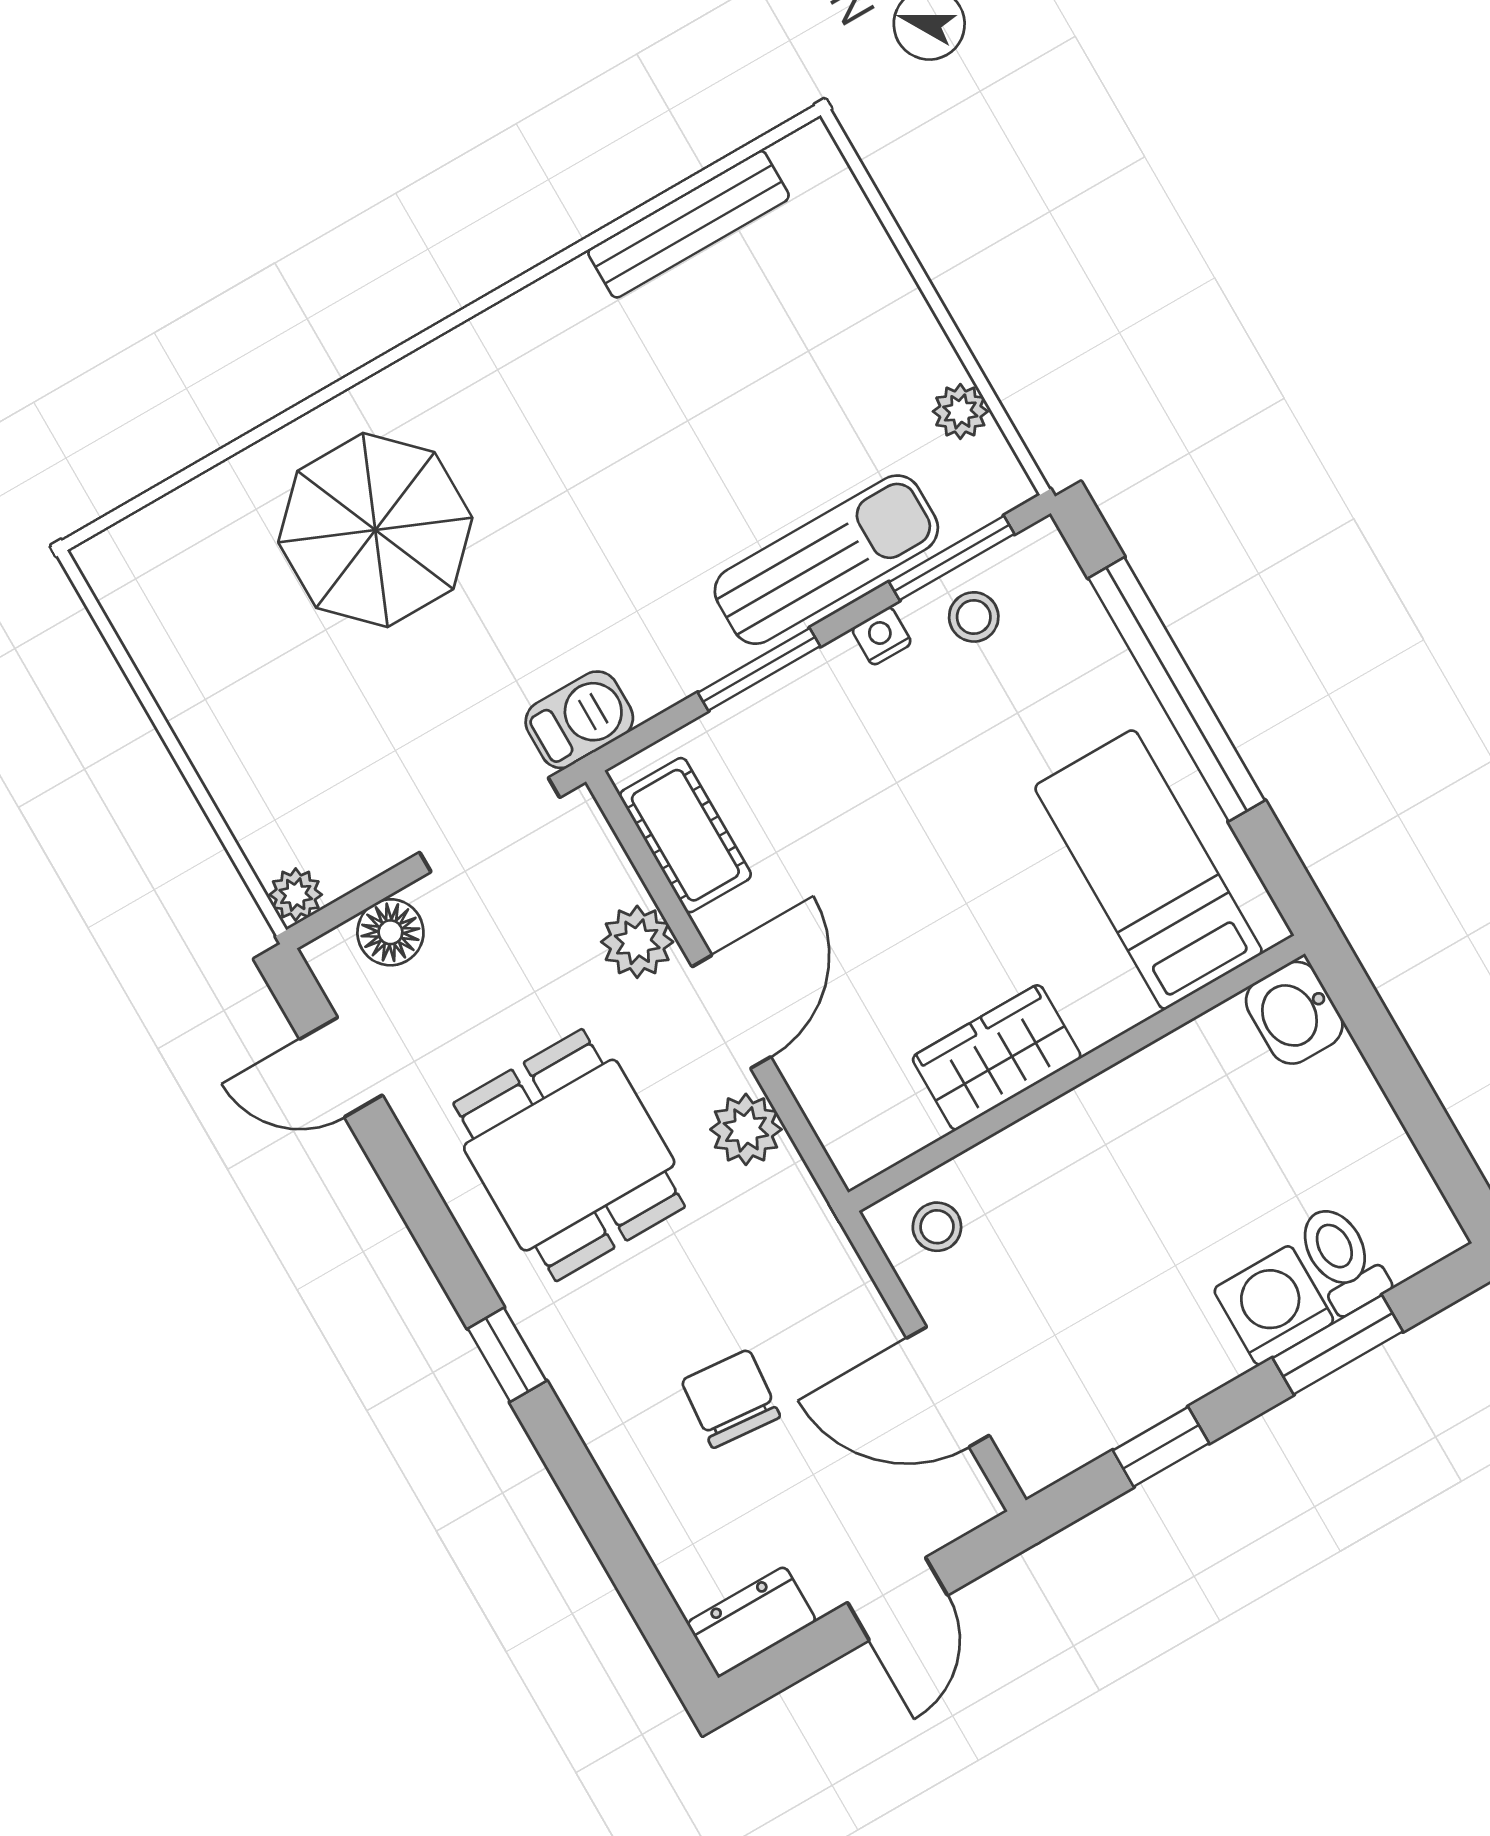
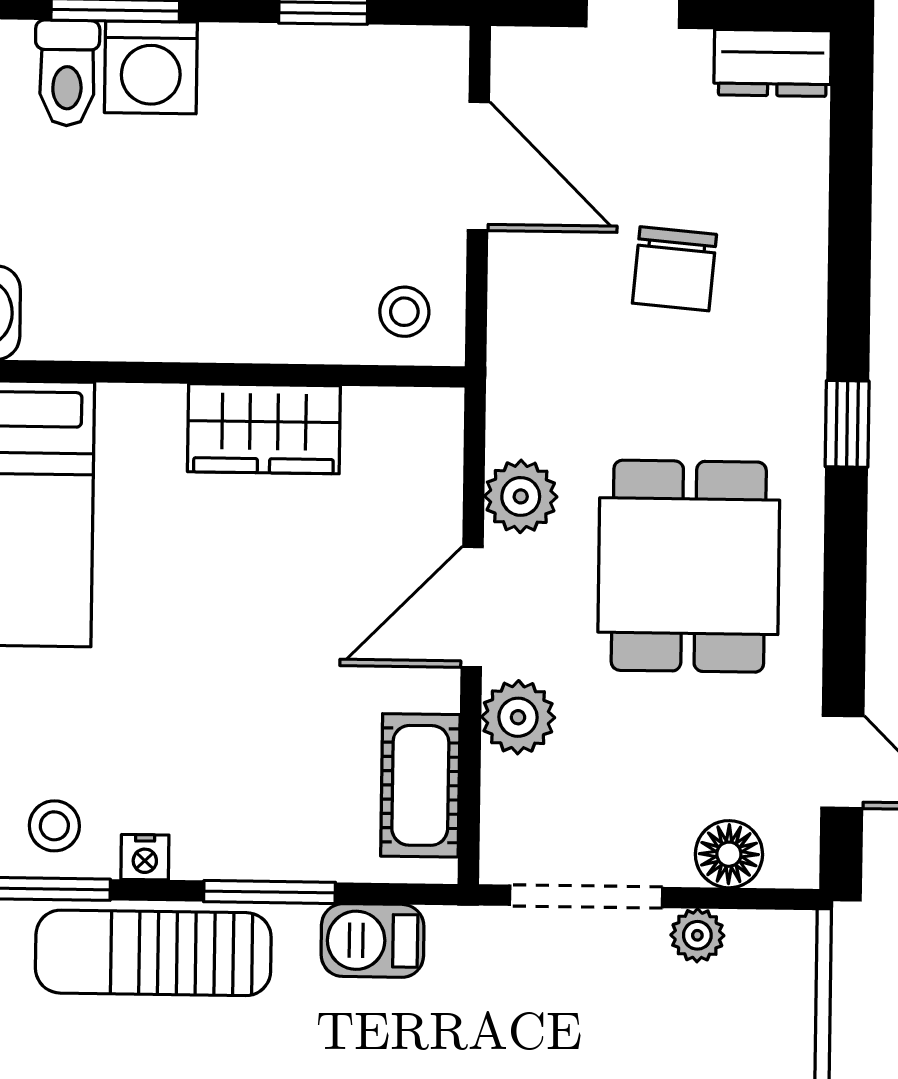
barbecue: (579, 720) -> (372, 940), moved
plant: (296, 895) -> (697, 935), moved

